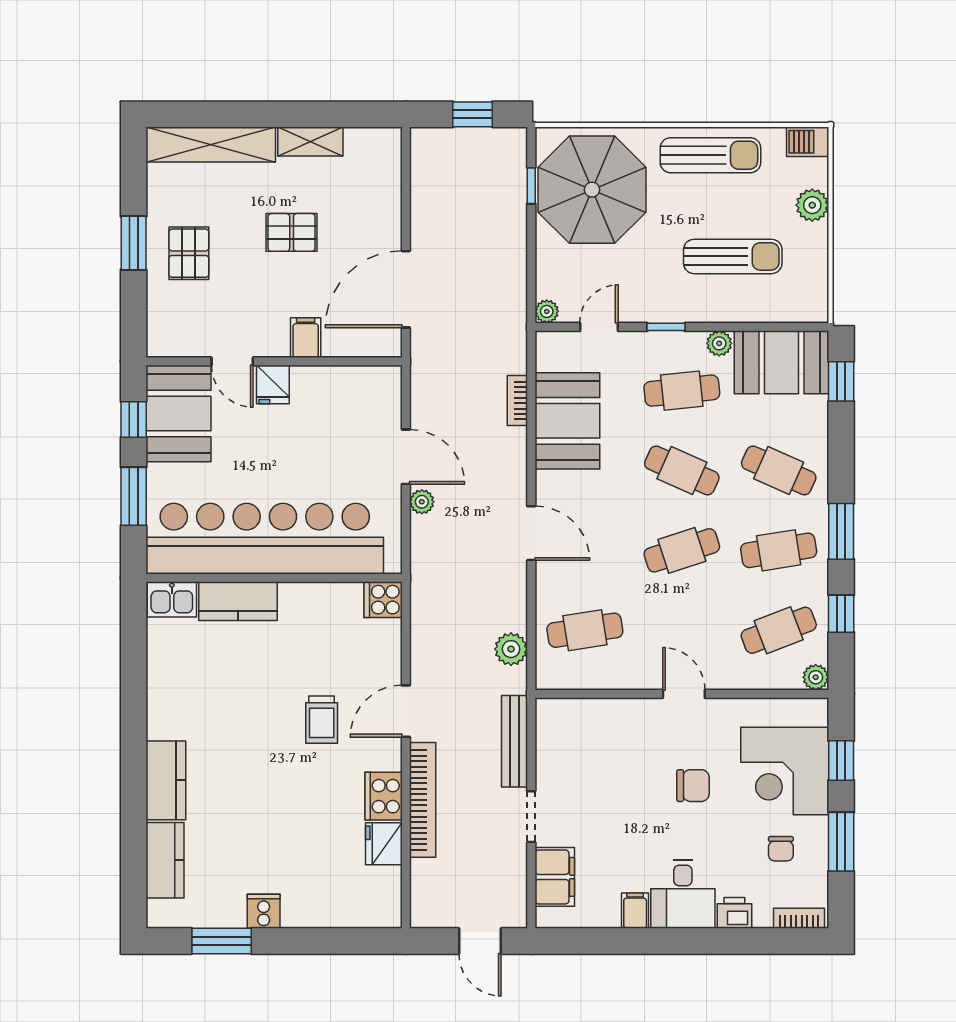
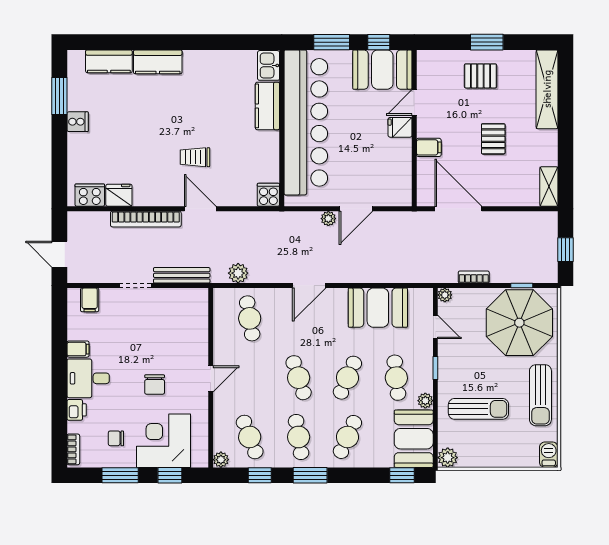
shelving: (310, 141) -> (549, 187), moved
plant: (812, 205) -> (448, 458), moved
sun lounger: (733, 256) -> (478, 409), turned -90
bookcase: (517, 401) -> (474, 277), moved
cooker: (384, 796) -> (90, 195), moved
filing cabinet: (555, 877) -> (90, 300), width x0.50
door: (480, 941) -> (59, 254), hinge flipped

